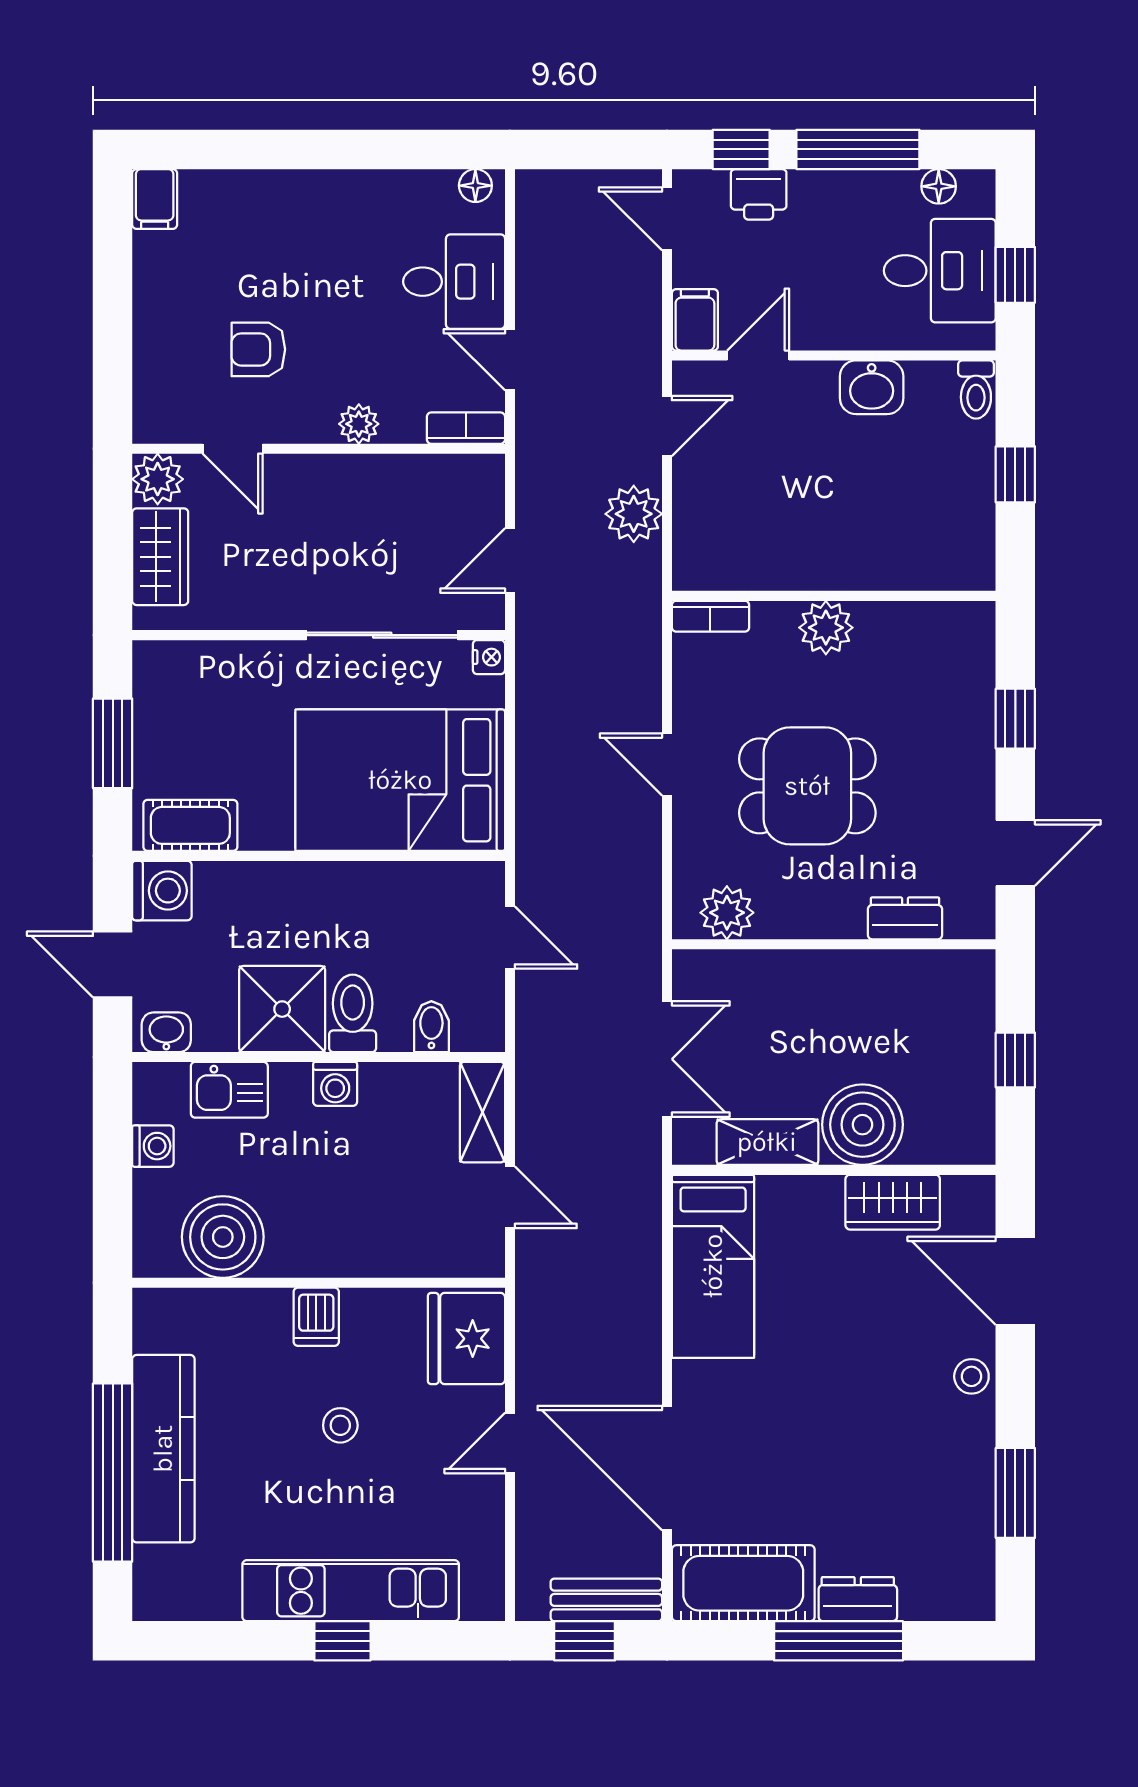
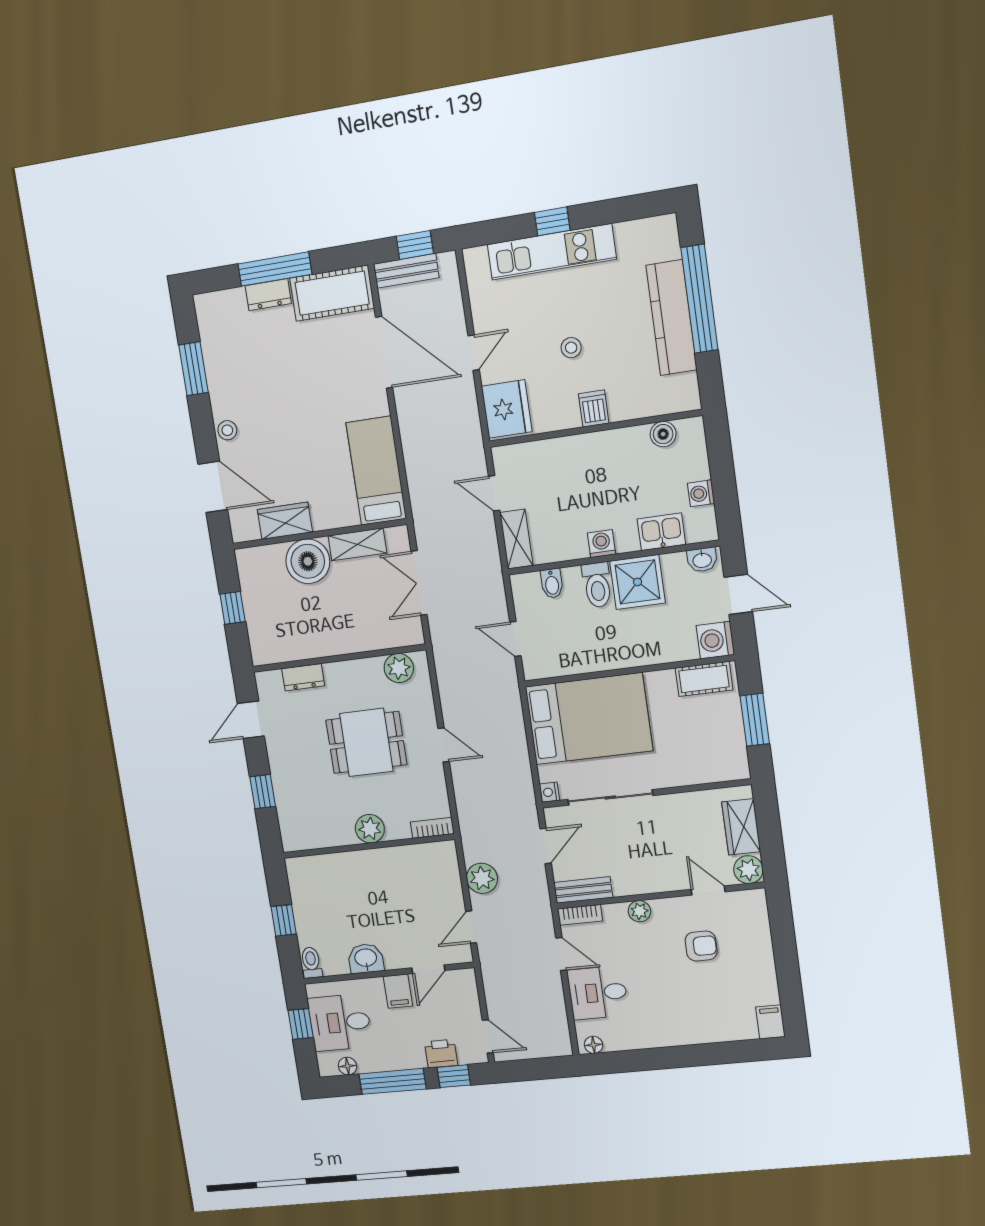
filing cabinet: (695, 320) -> (398, 991), moved
bench: (454, 473) -> (583, 890), added
boiler: (223, 1237) -> (663, 434), width x0.54, depth x0.54

